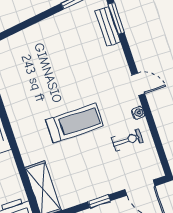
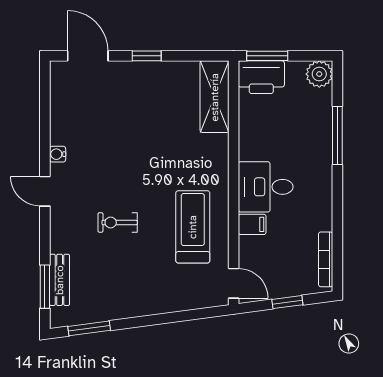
treadmill: (75, 123) -> (193, 227), moved, turned 90
exercise bike: (127, 140) -> (118, 222), moved

